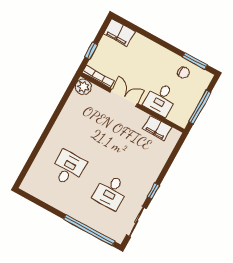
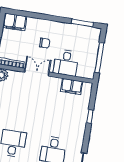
chair: (184, 73) -> (45, 43), moved
window: (153, 191) -> (90, 117), moved

